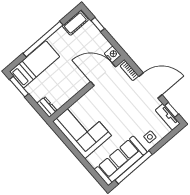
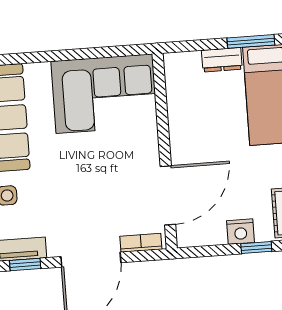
nightstand: (113, 54) -> (241, 232), moved
dresser: (47, 107) -> (222, 60), moved

